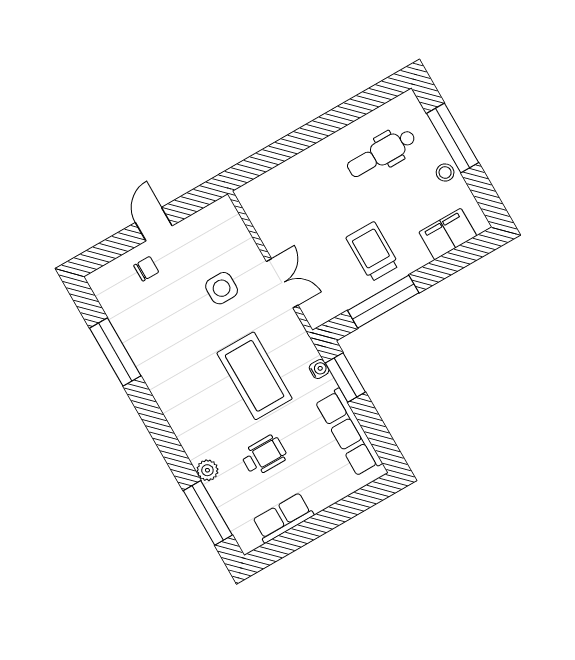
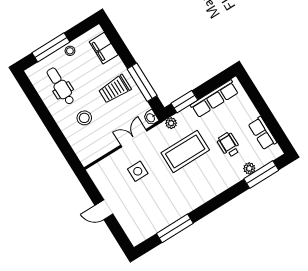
dental chair: (381, 153) -> (61, 86), turned 180
stool: (322, 194) -> (84, 118), added
chair: (146, 269) -> (129, 213), removed
washbasin: (318, 315) -> (151, 118), added
plant: (307, 352) -> (171, 123), added
water cooler: (319, 369) -> (180, 116), removed
plant: (207, 470) -> (249, 168), moved

